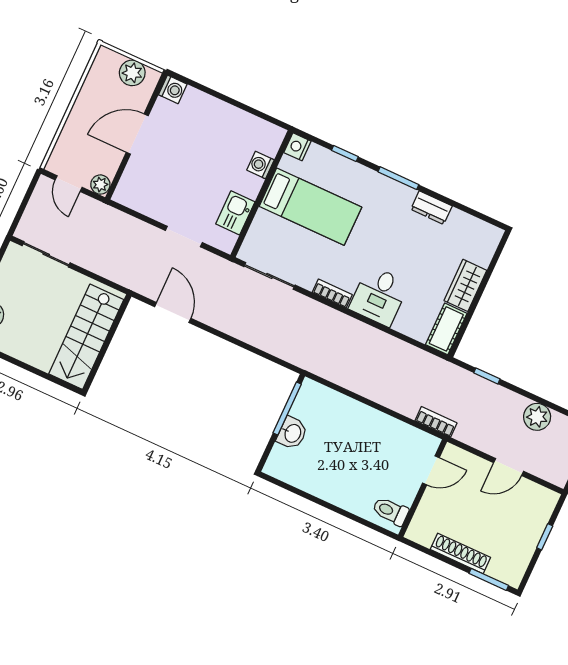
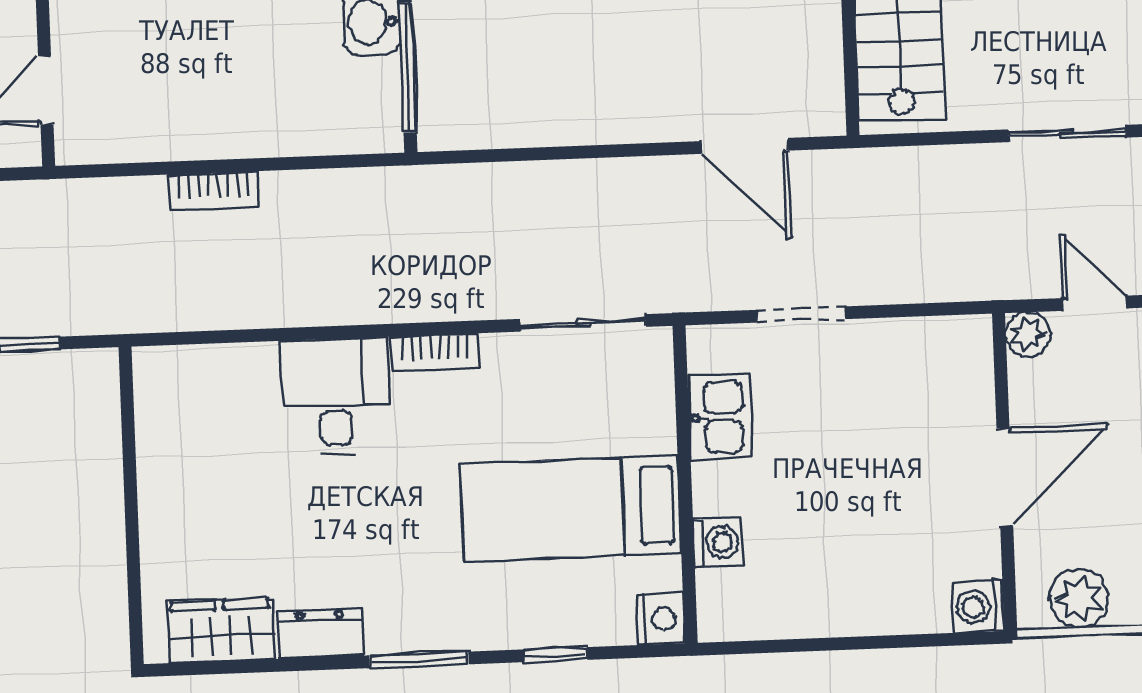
wardrobe: (465, 285) -> (220, 630), moved, turned -90
cot: (446, 329) -> (162, 399), removed
bookcase: (436, 422) -> (213, 191), moved

